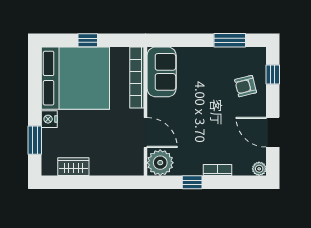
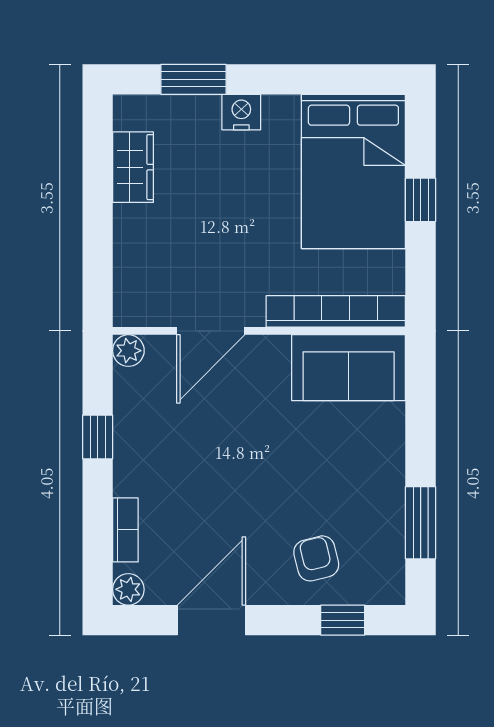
bed: (75, 78) -> (353, 171), width x0.73
plant: (160, 163) -> (128, 351), width x0.53, depth x0.53
bookcase: (217, 170) -> (125, 530), moved

